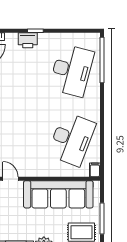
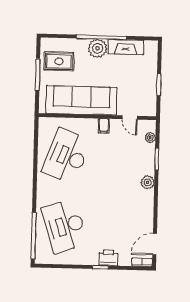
desk: (72, 70) -> (65, 226), turned -33
filing cabinet: (95, 170) -> (104, 126), moved

